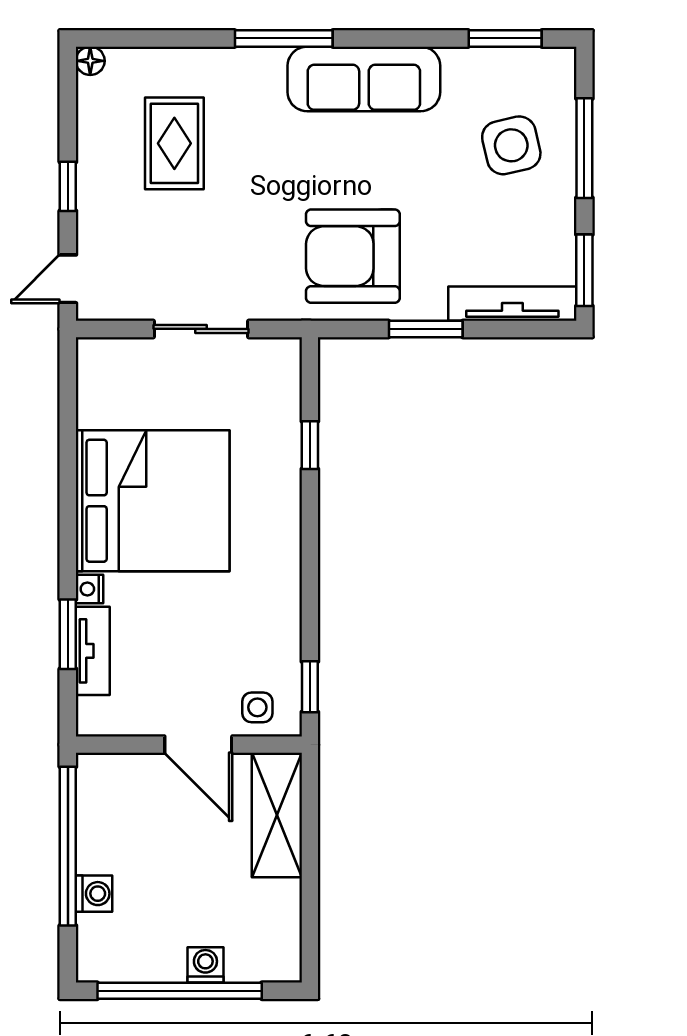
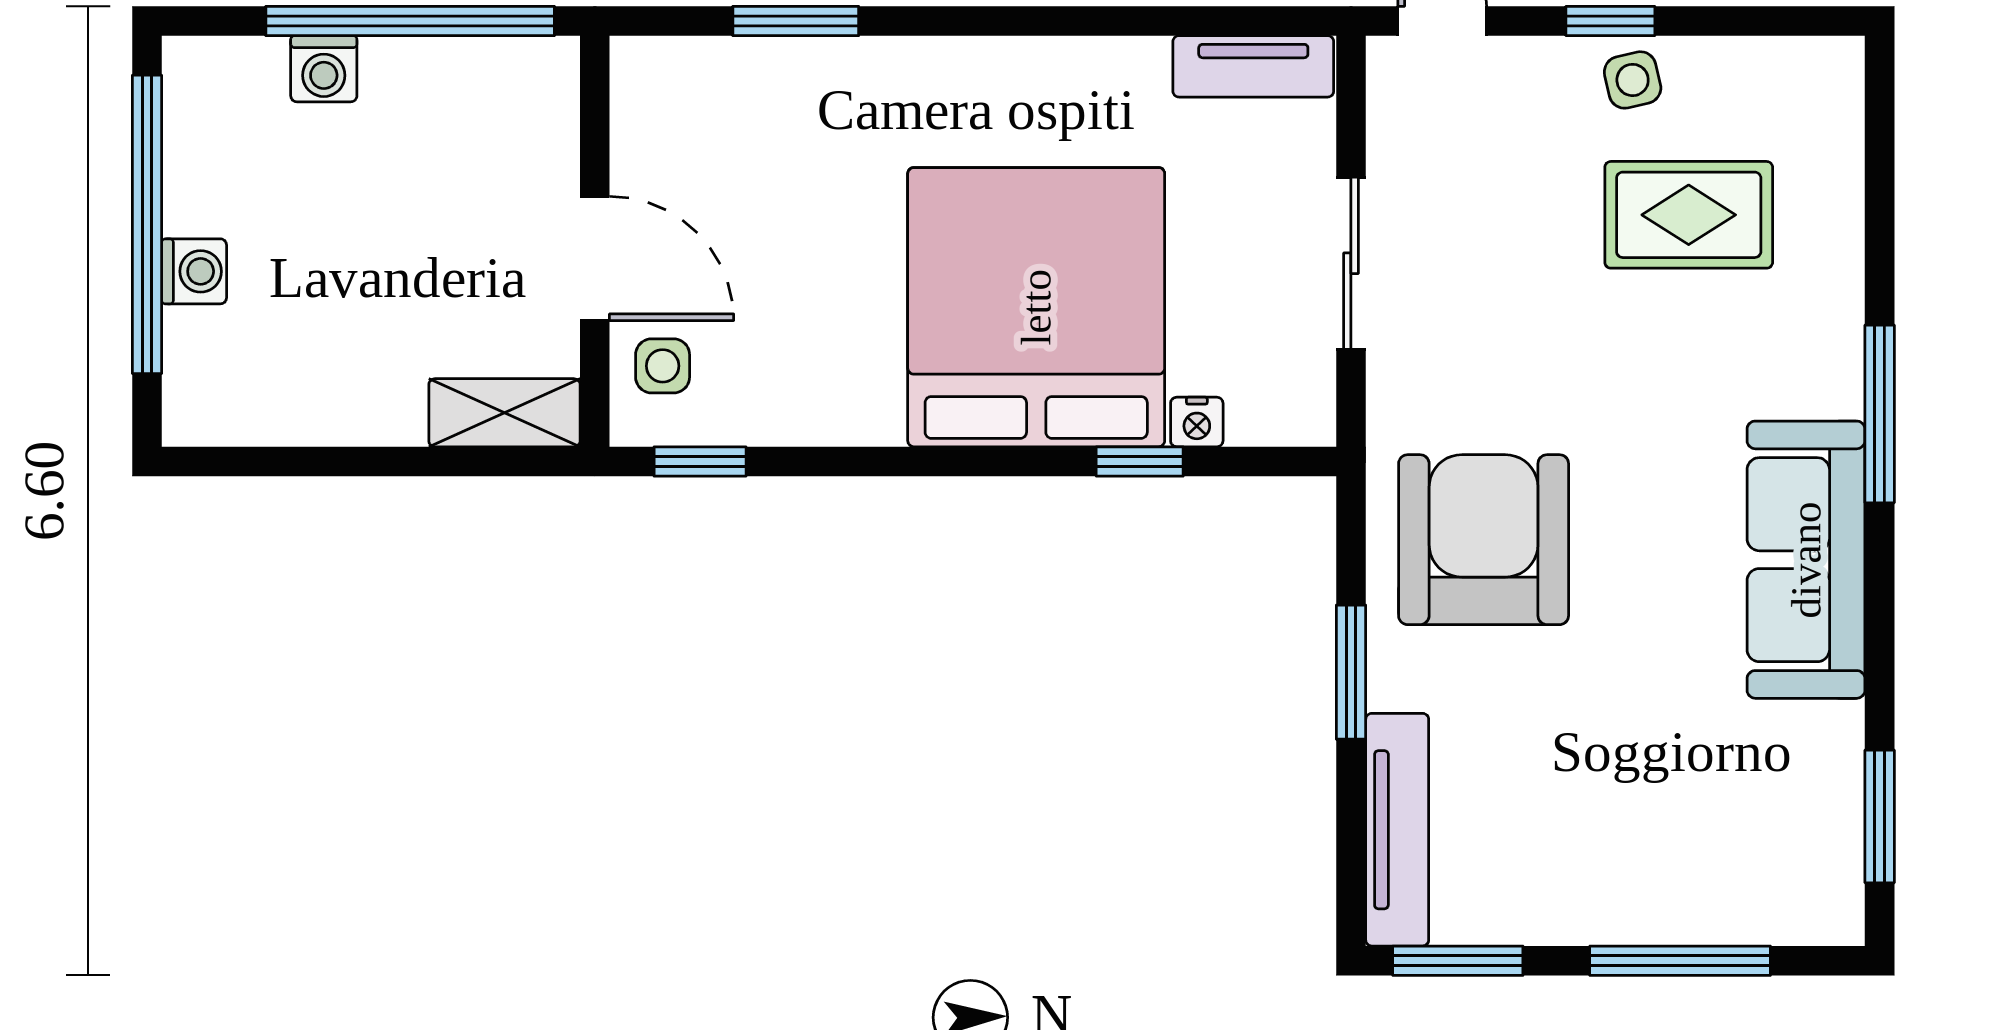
floor lamp: (90, 61) -> (1839, 62), removed
side table: (511, 145) -> (1633, 80), moved, width x0.54, depth x0.54
bed: (153, 501) -> (1036, 307), moved, turned 180
nightstand: (90, 589) -> (1197, 422), moved, turned 180
tv unit: (93, 651) -> (1253, 66), moved
door: (198, 745) -> (595, 258), swing flipped
shelving: (277, 815) -> (504, 413), width x0.67, depth x0.75

